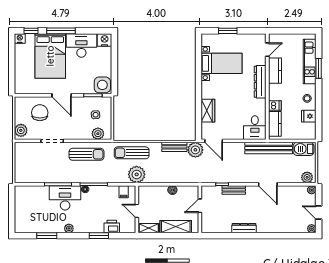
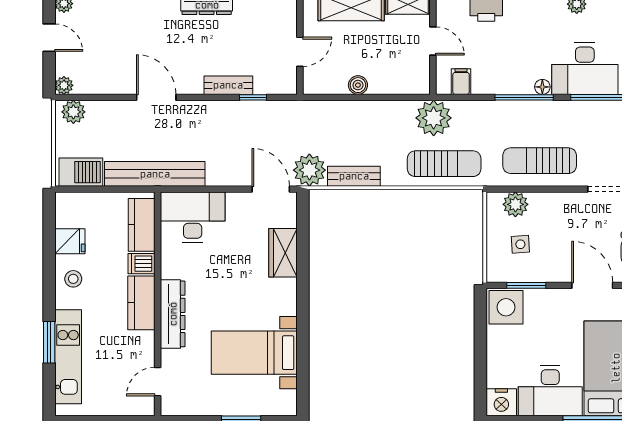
kitchen counter: (275, 71) -> (141, 303), moved
desk: (255, 128) -> (193, 217), width x1.37

